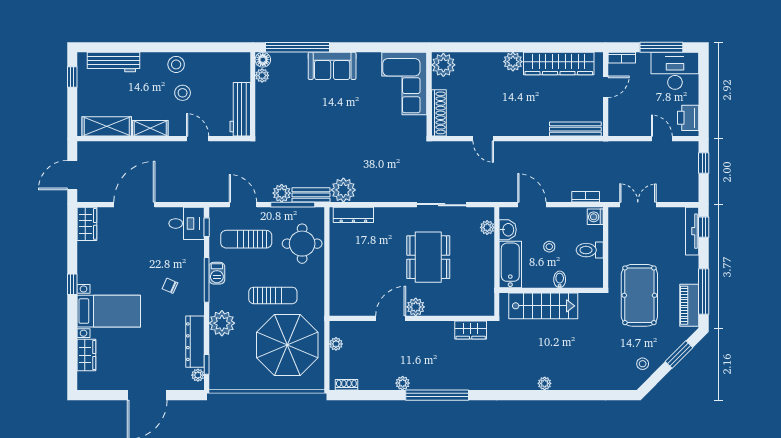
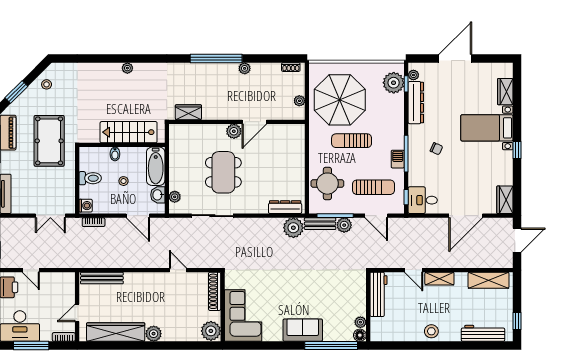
stool: (183, 93) -> (426, 308), removed
shelving: (150, 128) -> (439, 279), moved
plant: (222, 323) -> (394, 83), moved

